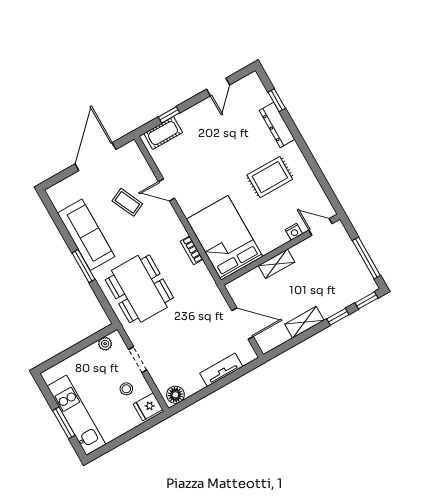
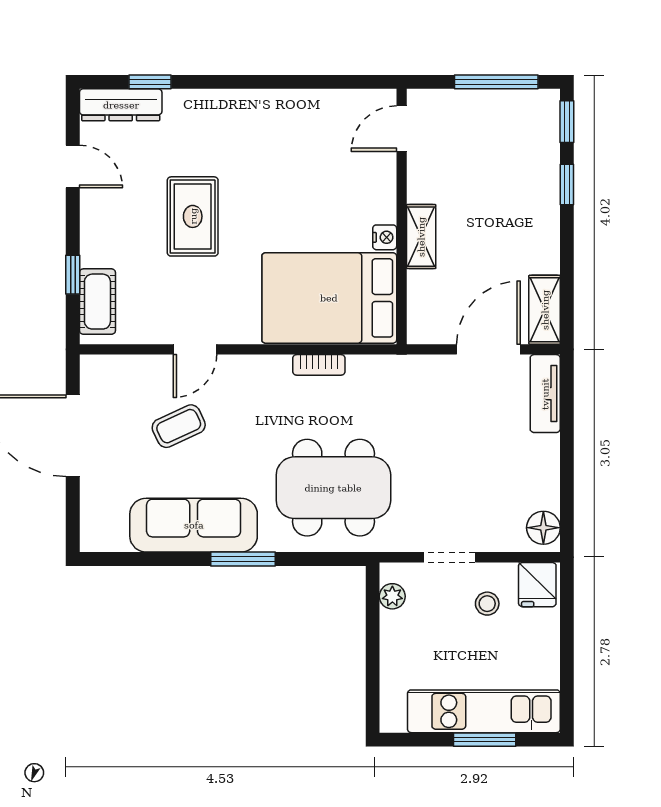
dresser: (277, 125) -> (121, 105), moved
rug: (270, 177) -> (193, 216), moved
nightstand: (294, 232) -> (385, 237), moved
shelving: (304, 322) -> (545, 310), moved
tv unit: (221, 370) -> (545, 394), moved

